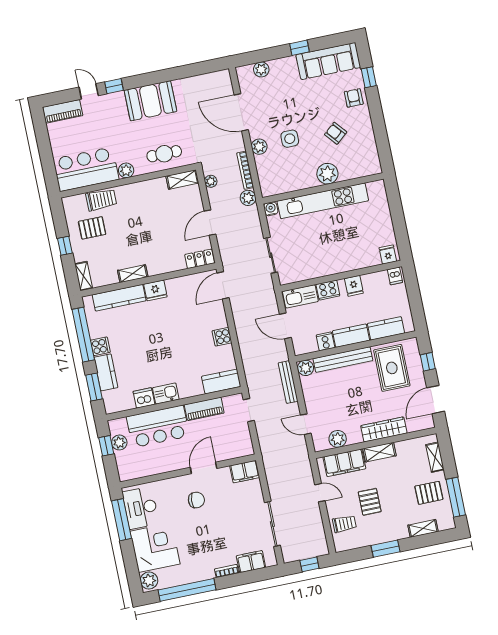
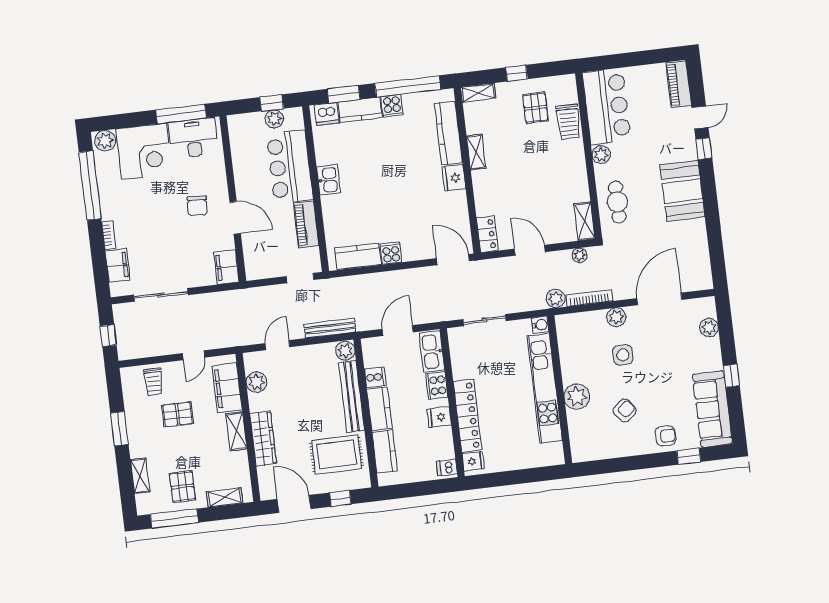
locker: (351, 262) -> (468, 416), added
kitchen counter: (221, 381) -> (358, 256), moved, turned -90
dishwasher: (144, 398) -> (327, 114), moved, turned 90

